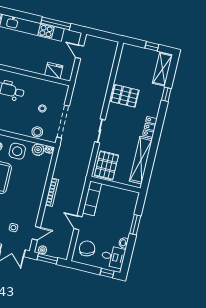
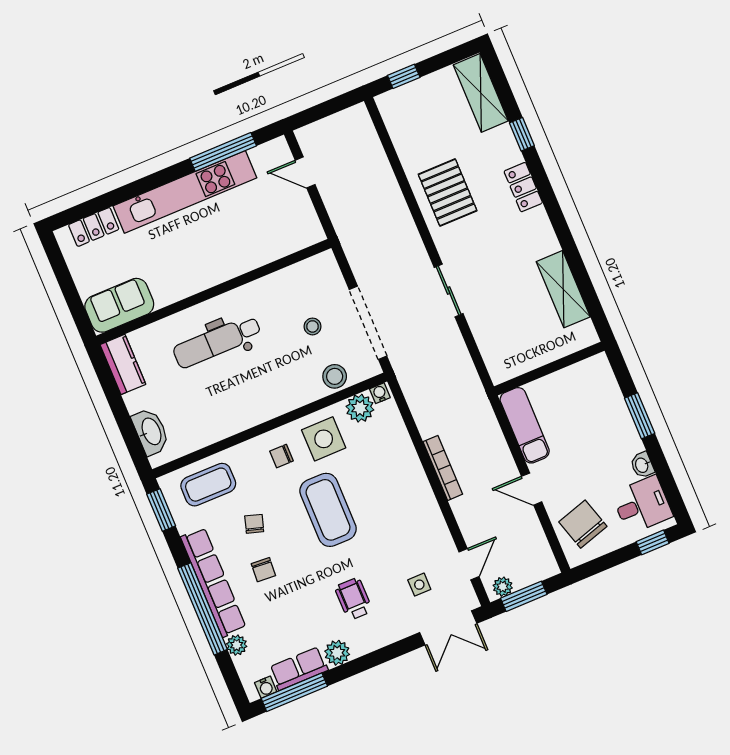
window: (152, 46) -> (404, 76), moved
fridge: (54, 70) -> (283, 241), removed
pallet: (125, 96) -> (448, 192), turned 90
locker: (150, 127) -> (523, 187), moved
shelving: (141, 160) -> (563, 289), width x0.68
pallet: (107, 165) -> (507, 345), removed

